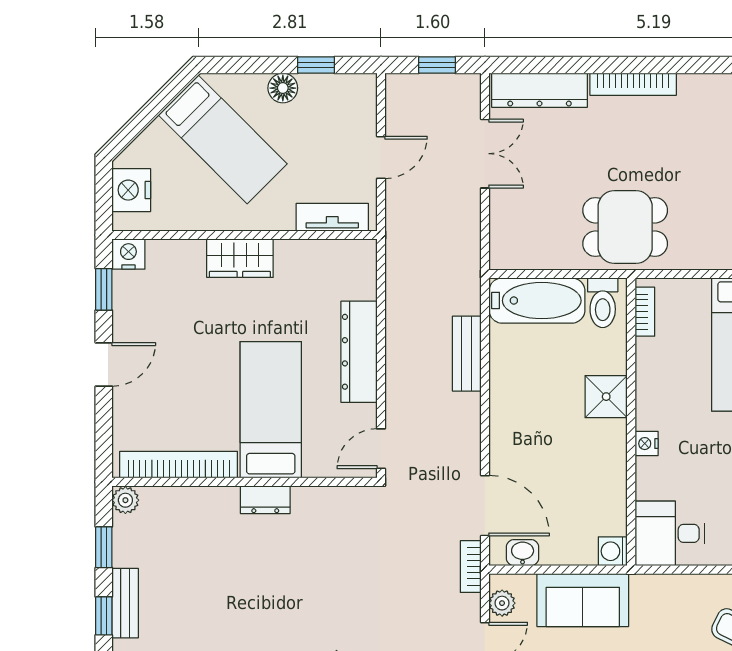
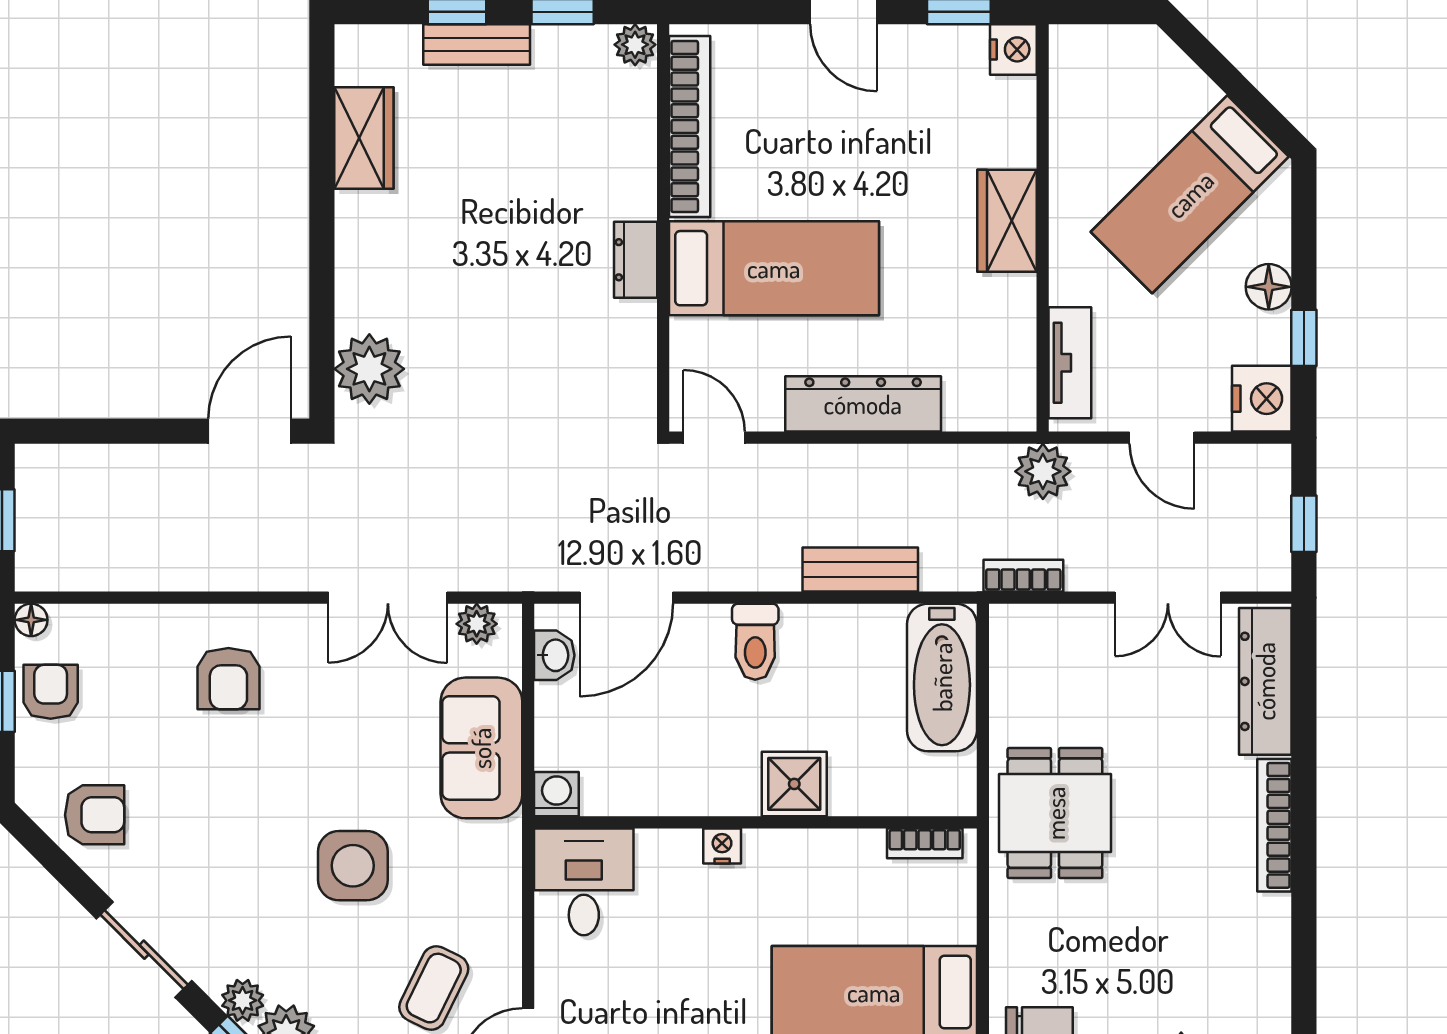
nightstand: (131, 190) -> (1262, 399), moved, turned 90
plant: (403, 235) -> (1043, 471), added
toilet: (603, 303) -> (755, 642), moved, turned -90
bookcase: (471, 567) -> (1023, 576), moved

